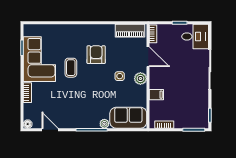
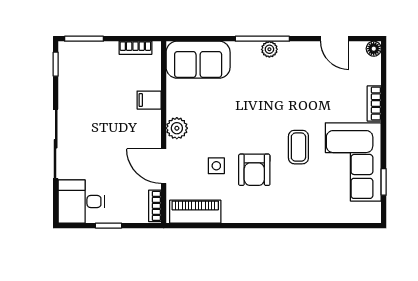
side table: (120, 76) -> (216, 166), moved
plant: (104, 124) -> (269, 49), moved

